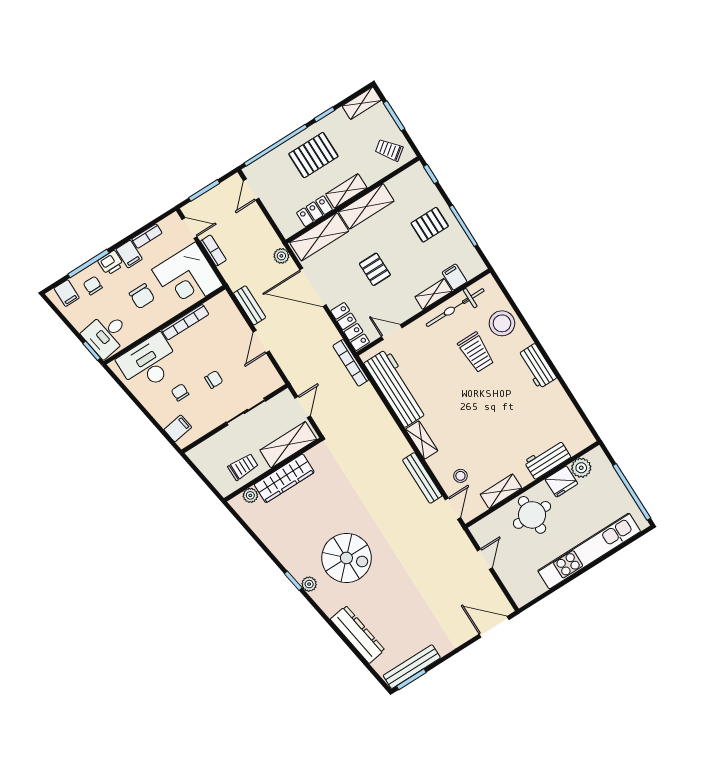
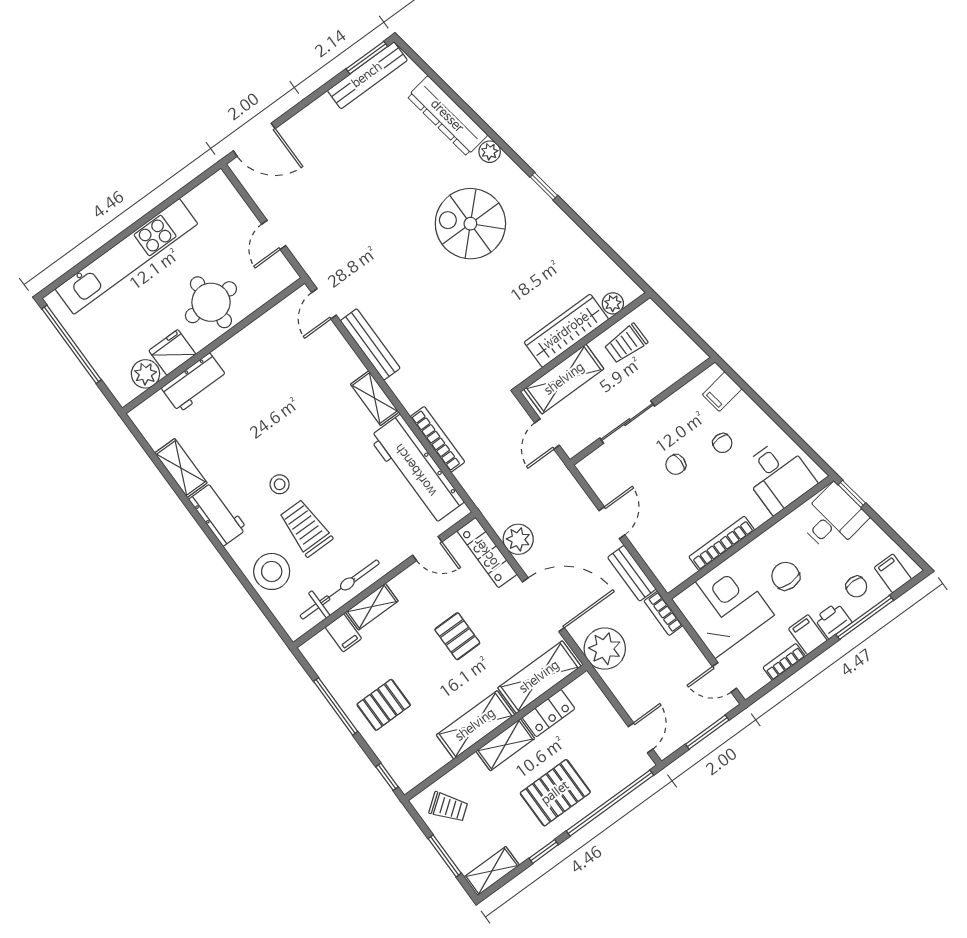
bookcase: (213, 251) -> (663, 613), moved
plant: (281, 256) -> (605, 649), width x1.88, depth x1.88
plant: (328, 334) -> (518, 539), added
desk: (149, 363) -> (778, 476), width x0.73
bookcase: (351, 363) -> (438, 439), moved
stool: (460, 476) -> (280, 484), moved
shelving: (501, 491) -> (181, 468), moved, turned 90
plant: (309, 584) -> (490, 152), moved

